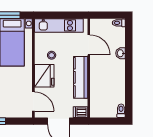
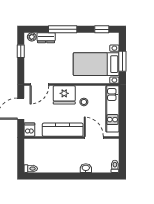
door: (89, 45) -> (94, 138), swing flipped

